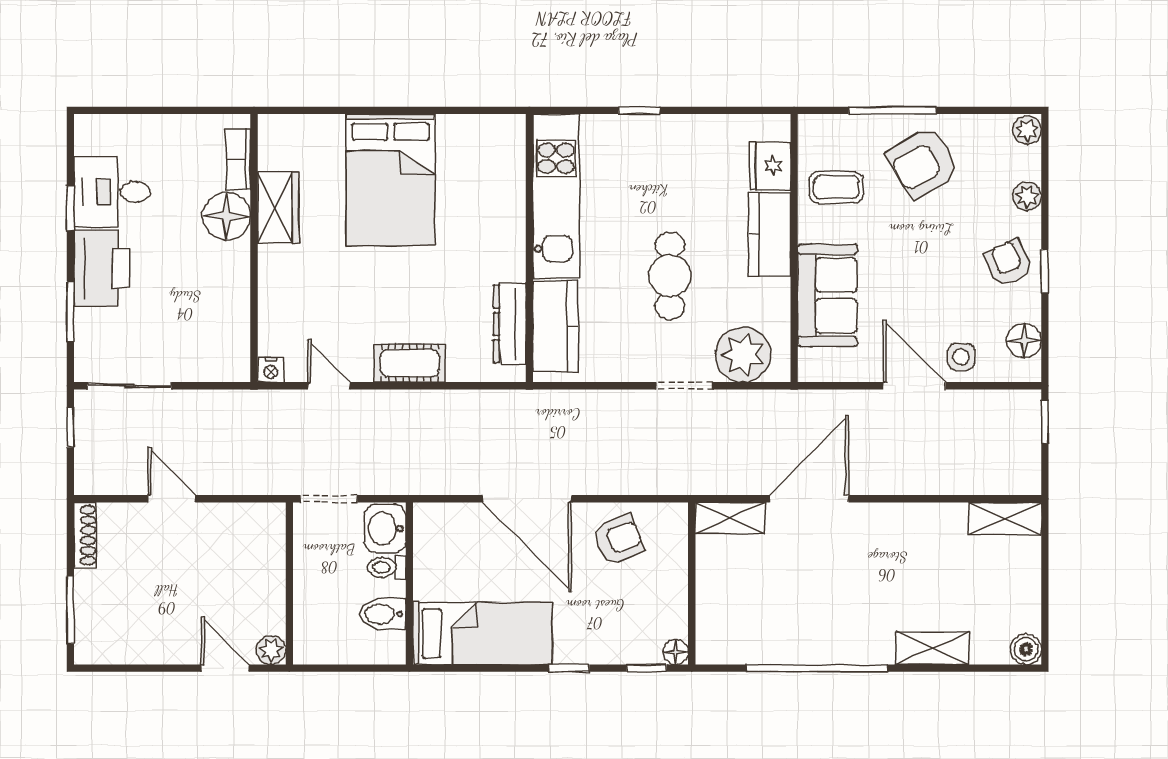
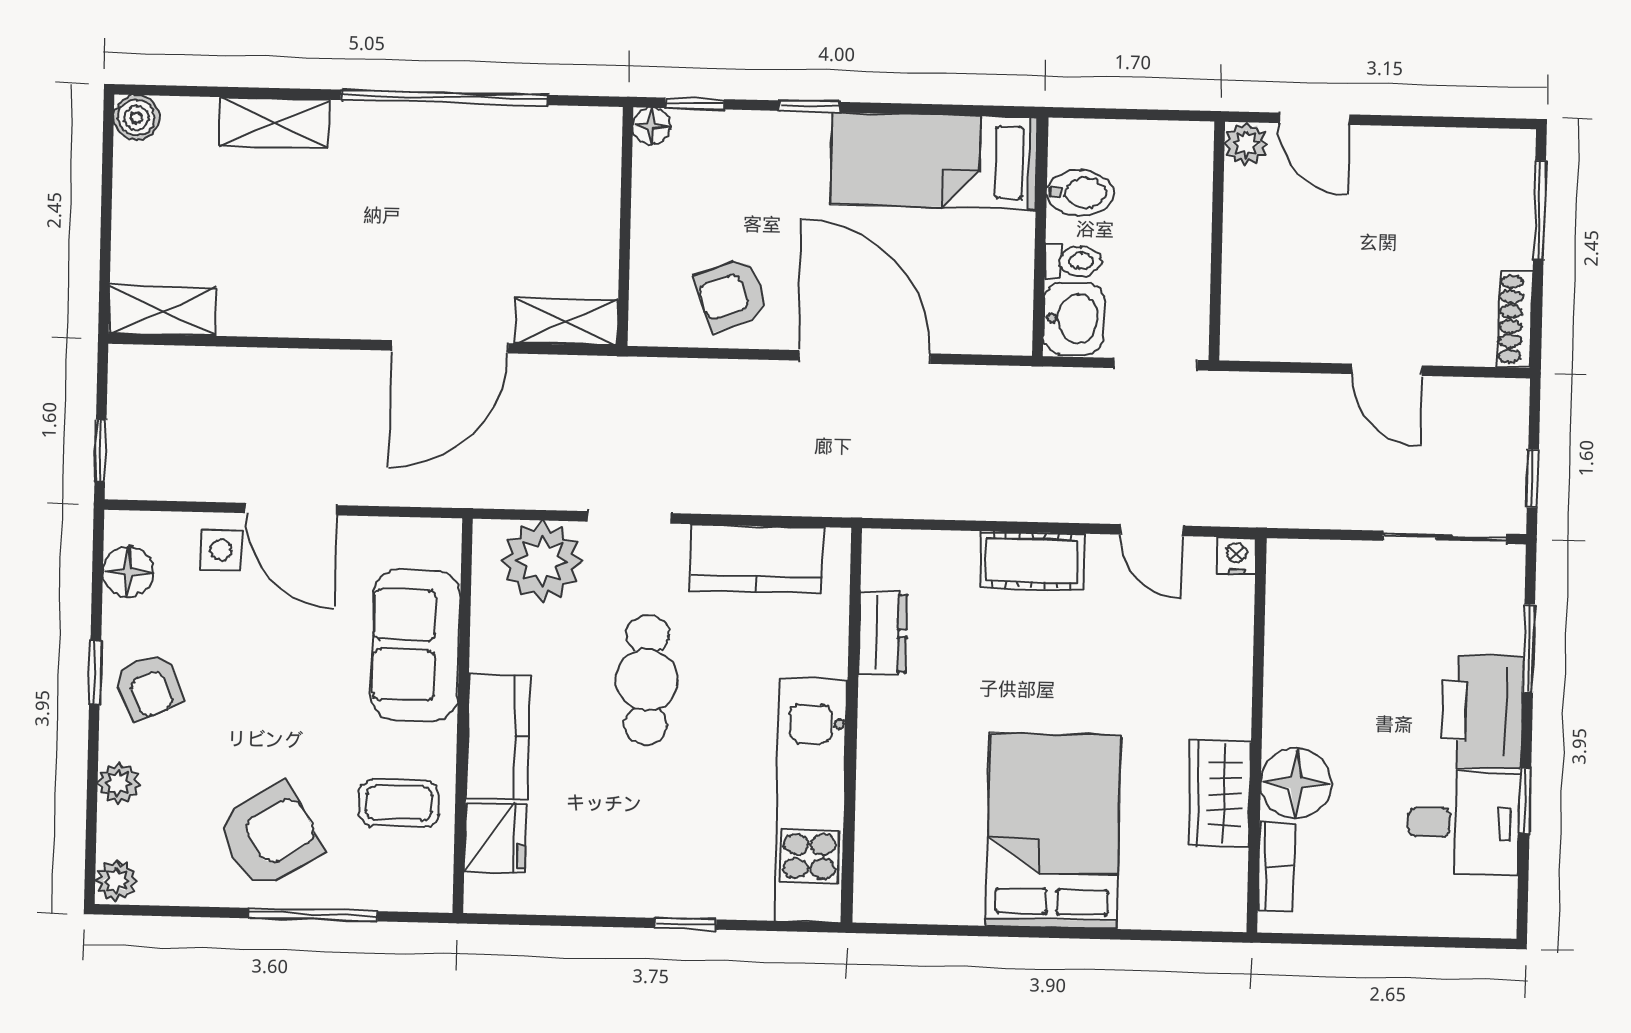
dresser: (510, 324) -> (883, 633), width x0.70
kitchen counter: (555, 326) -> (757, 559), moved, turned -90

